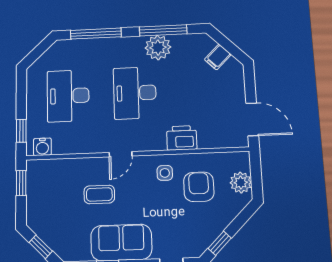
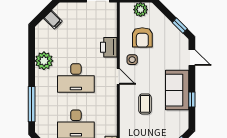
window: (163, 30) -> (32, 57), removed
door: (121, 154) -> (118, 76), moved
armchair: (199, 187) -> (142, 37), turned -90

